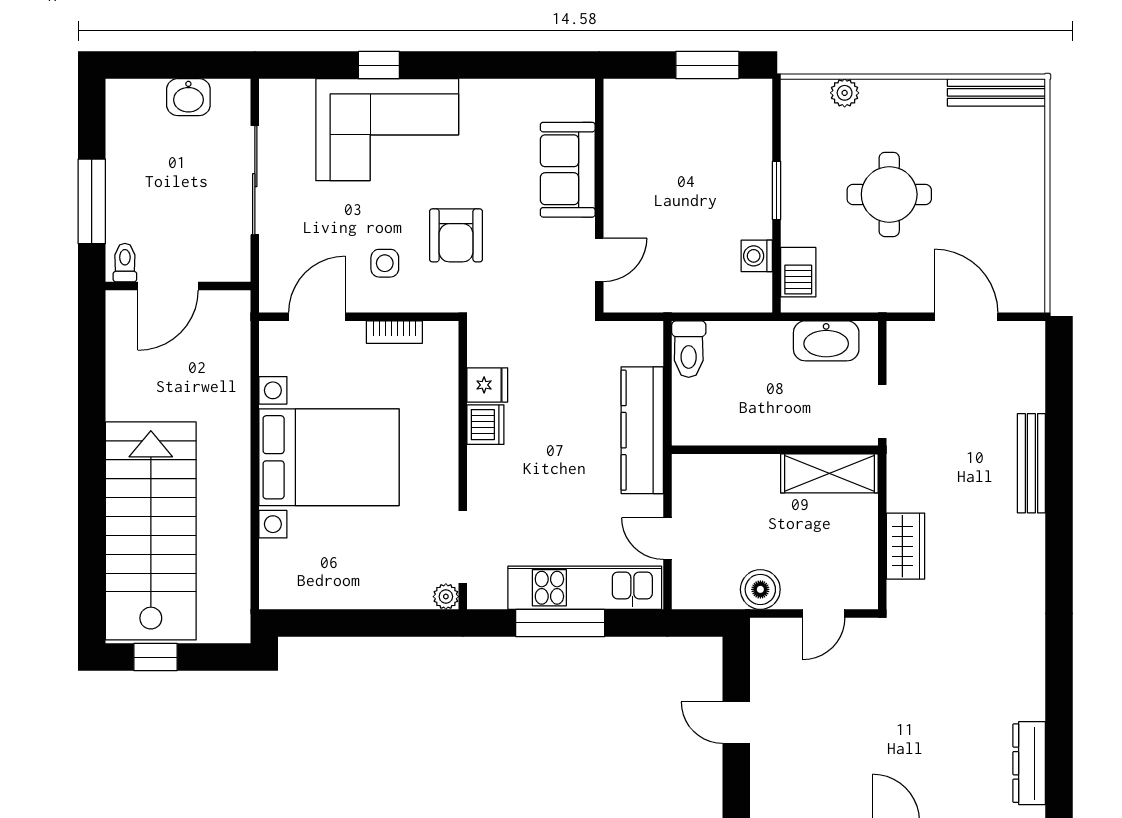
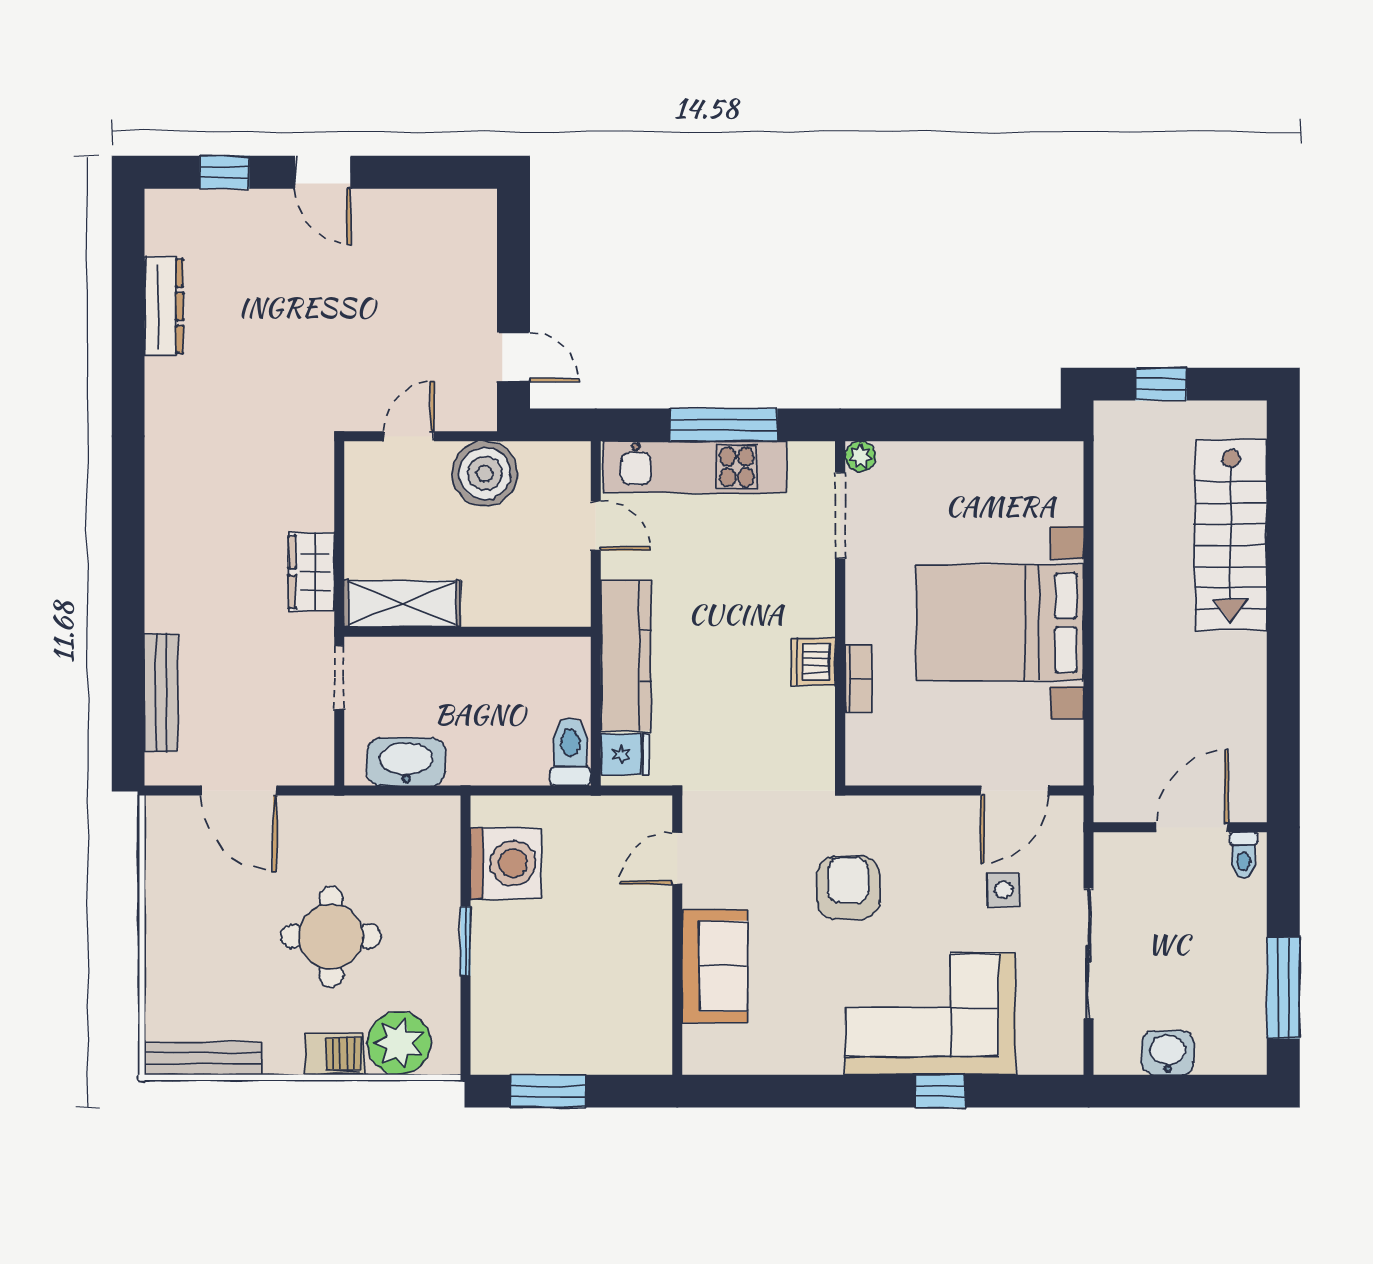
plant: (845, 93) -> (399, 1043), width x1.87, depth x1.87
window: (92, 201) -> (1283, 988), moved
washing machine: (757, 256) -> (506, 863), width x1.89, depth x1.89
side table: (385, 263) -> (1004, 890), moved
barbecue: (798, 272) -> (334, 1054), moved, turned 90
bookcase: (394, 332) -> (858, 679), moved, turned 90
fridge: (487, 385) -> (625, 754), moved, turned 180
bench: (1031, 463) -> (161, 693), moved
stairs: (151, 531) -> (1231, 535), width x0.73, depth x0.66
wardrobe: (906, 546) -> (311, 572), moved
boiler: (760, 589) -> (485, 474), width x1.37, depth x1.37
window: (156, 657) -> (1161, 384), moved
door: (736, 723) -> (513, 357), moved
dresser: (1029, 763) -> (164, 306), moved

